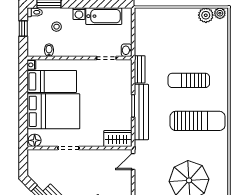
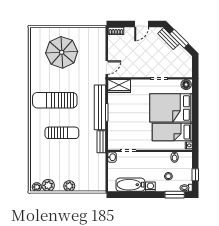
plant: (180, 14) -> (69, 186), added

